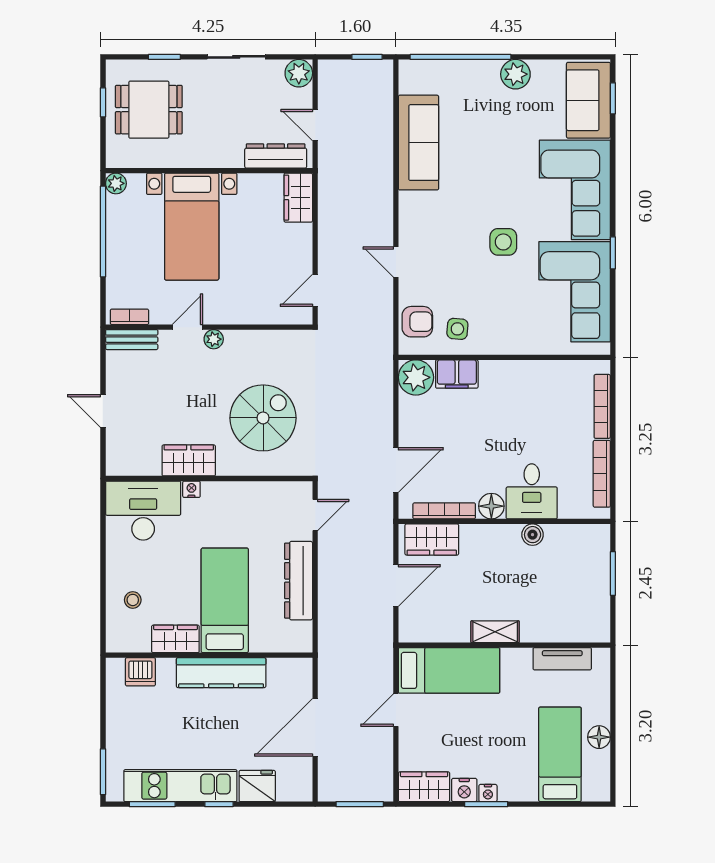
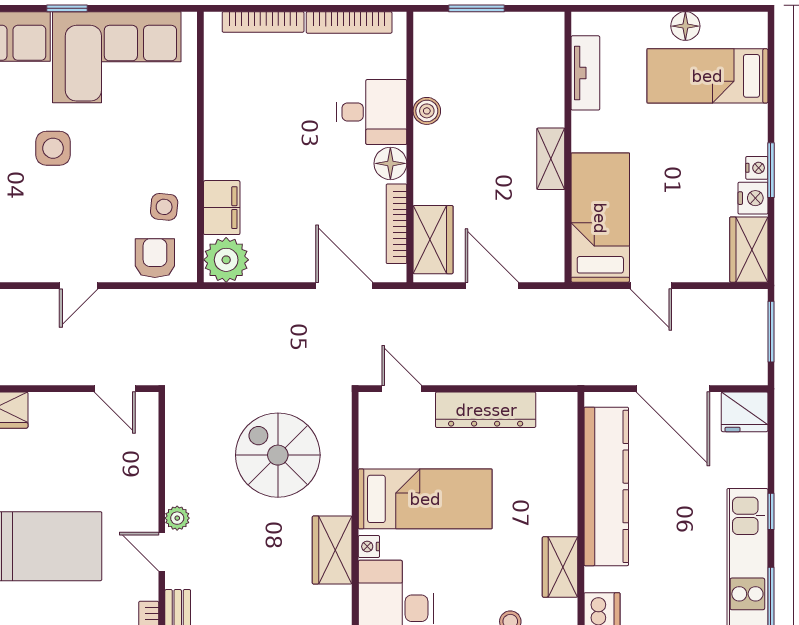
bed: (225, 600) -> (425, 499), moved, turned 180
kitchen counter: (221, 673) -> (606, 486), width x1.39, depth x1.17
fridge: (257, 786) -> (745, 412), moved, turned -90

